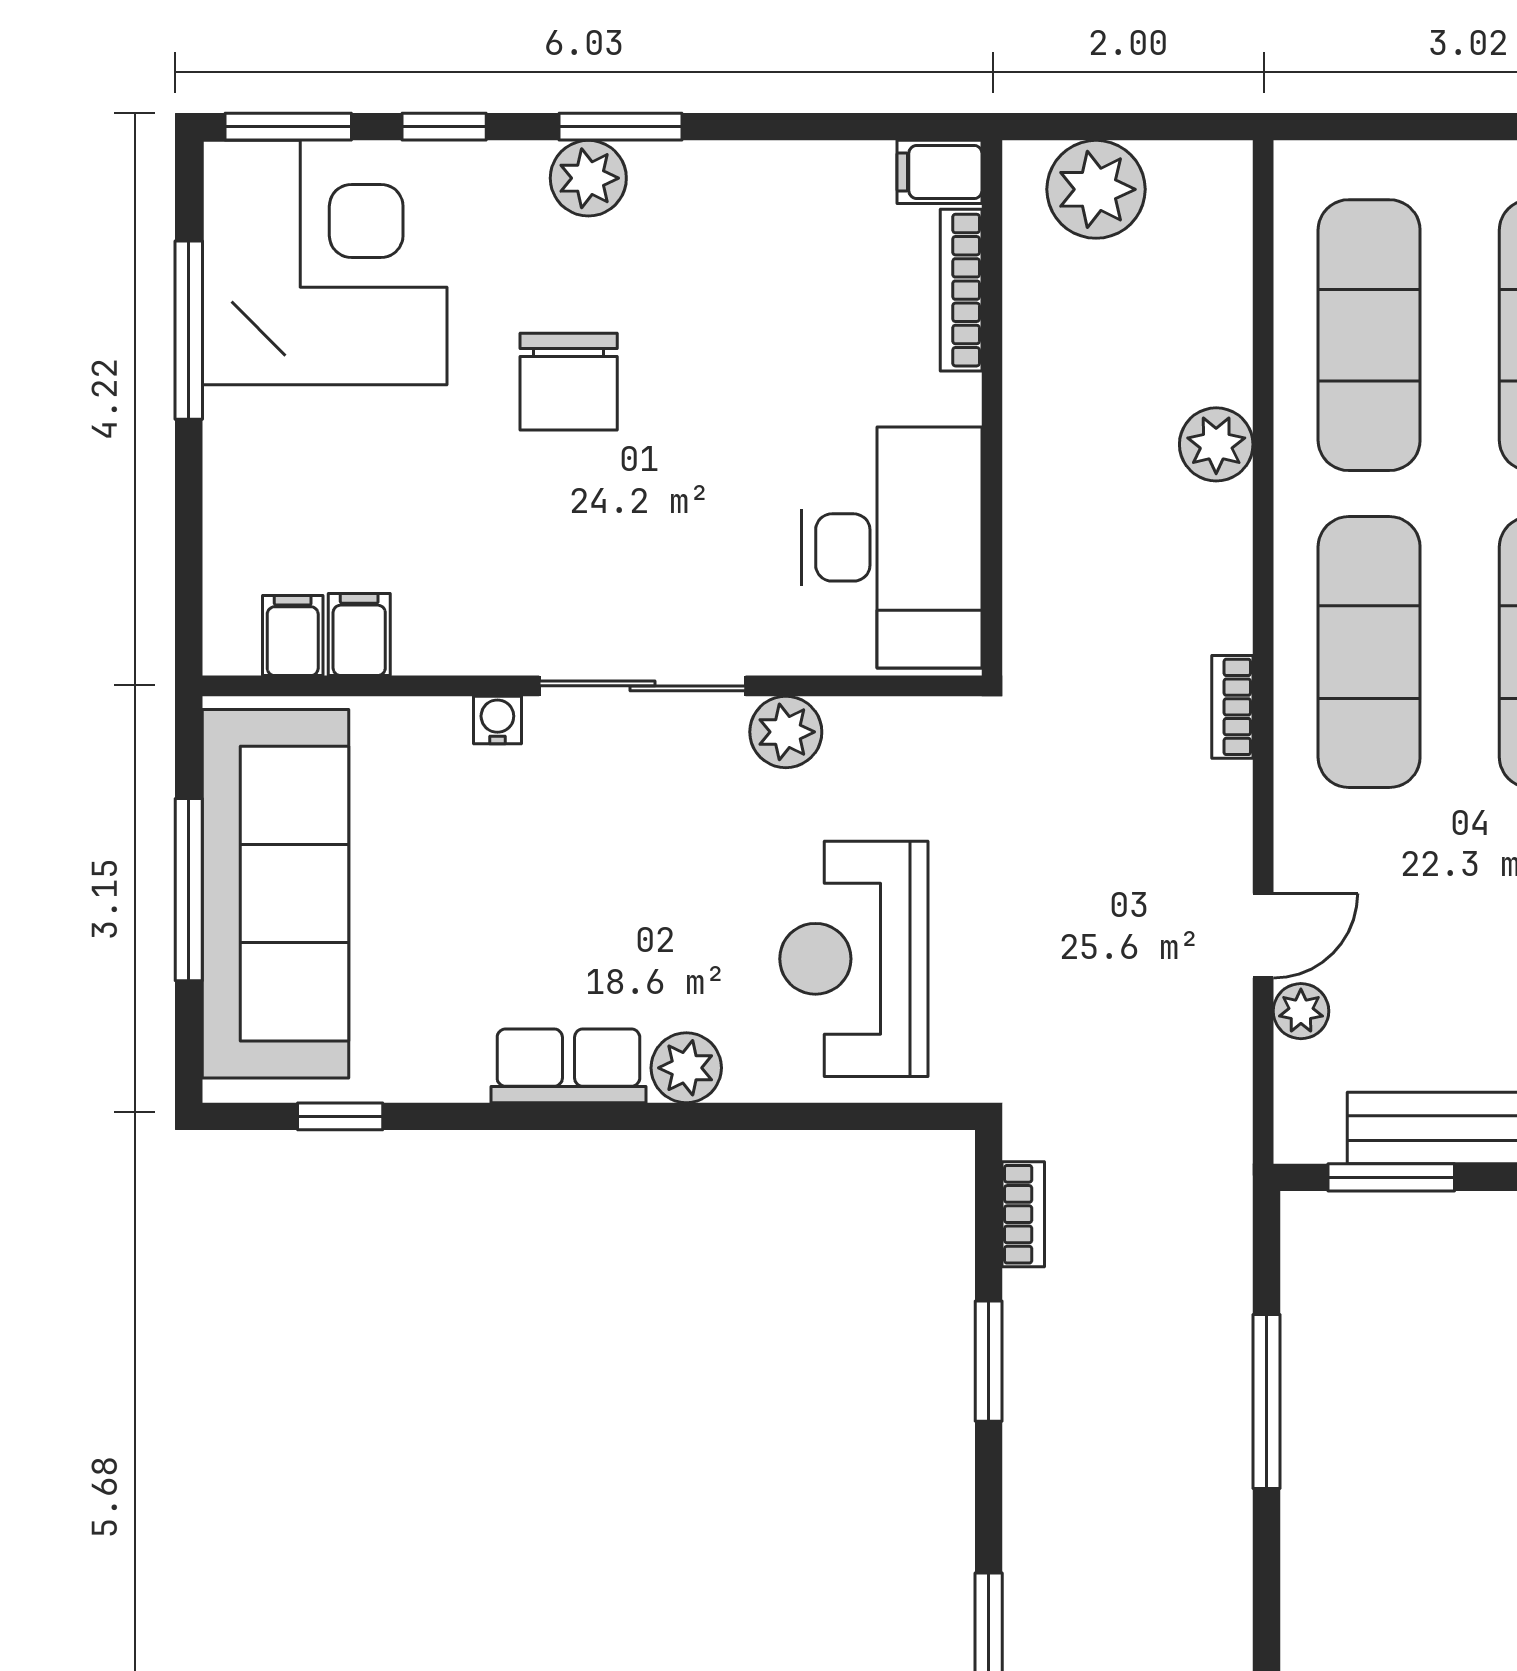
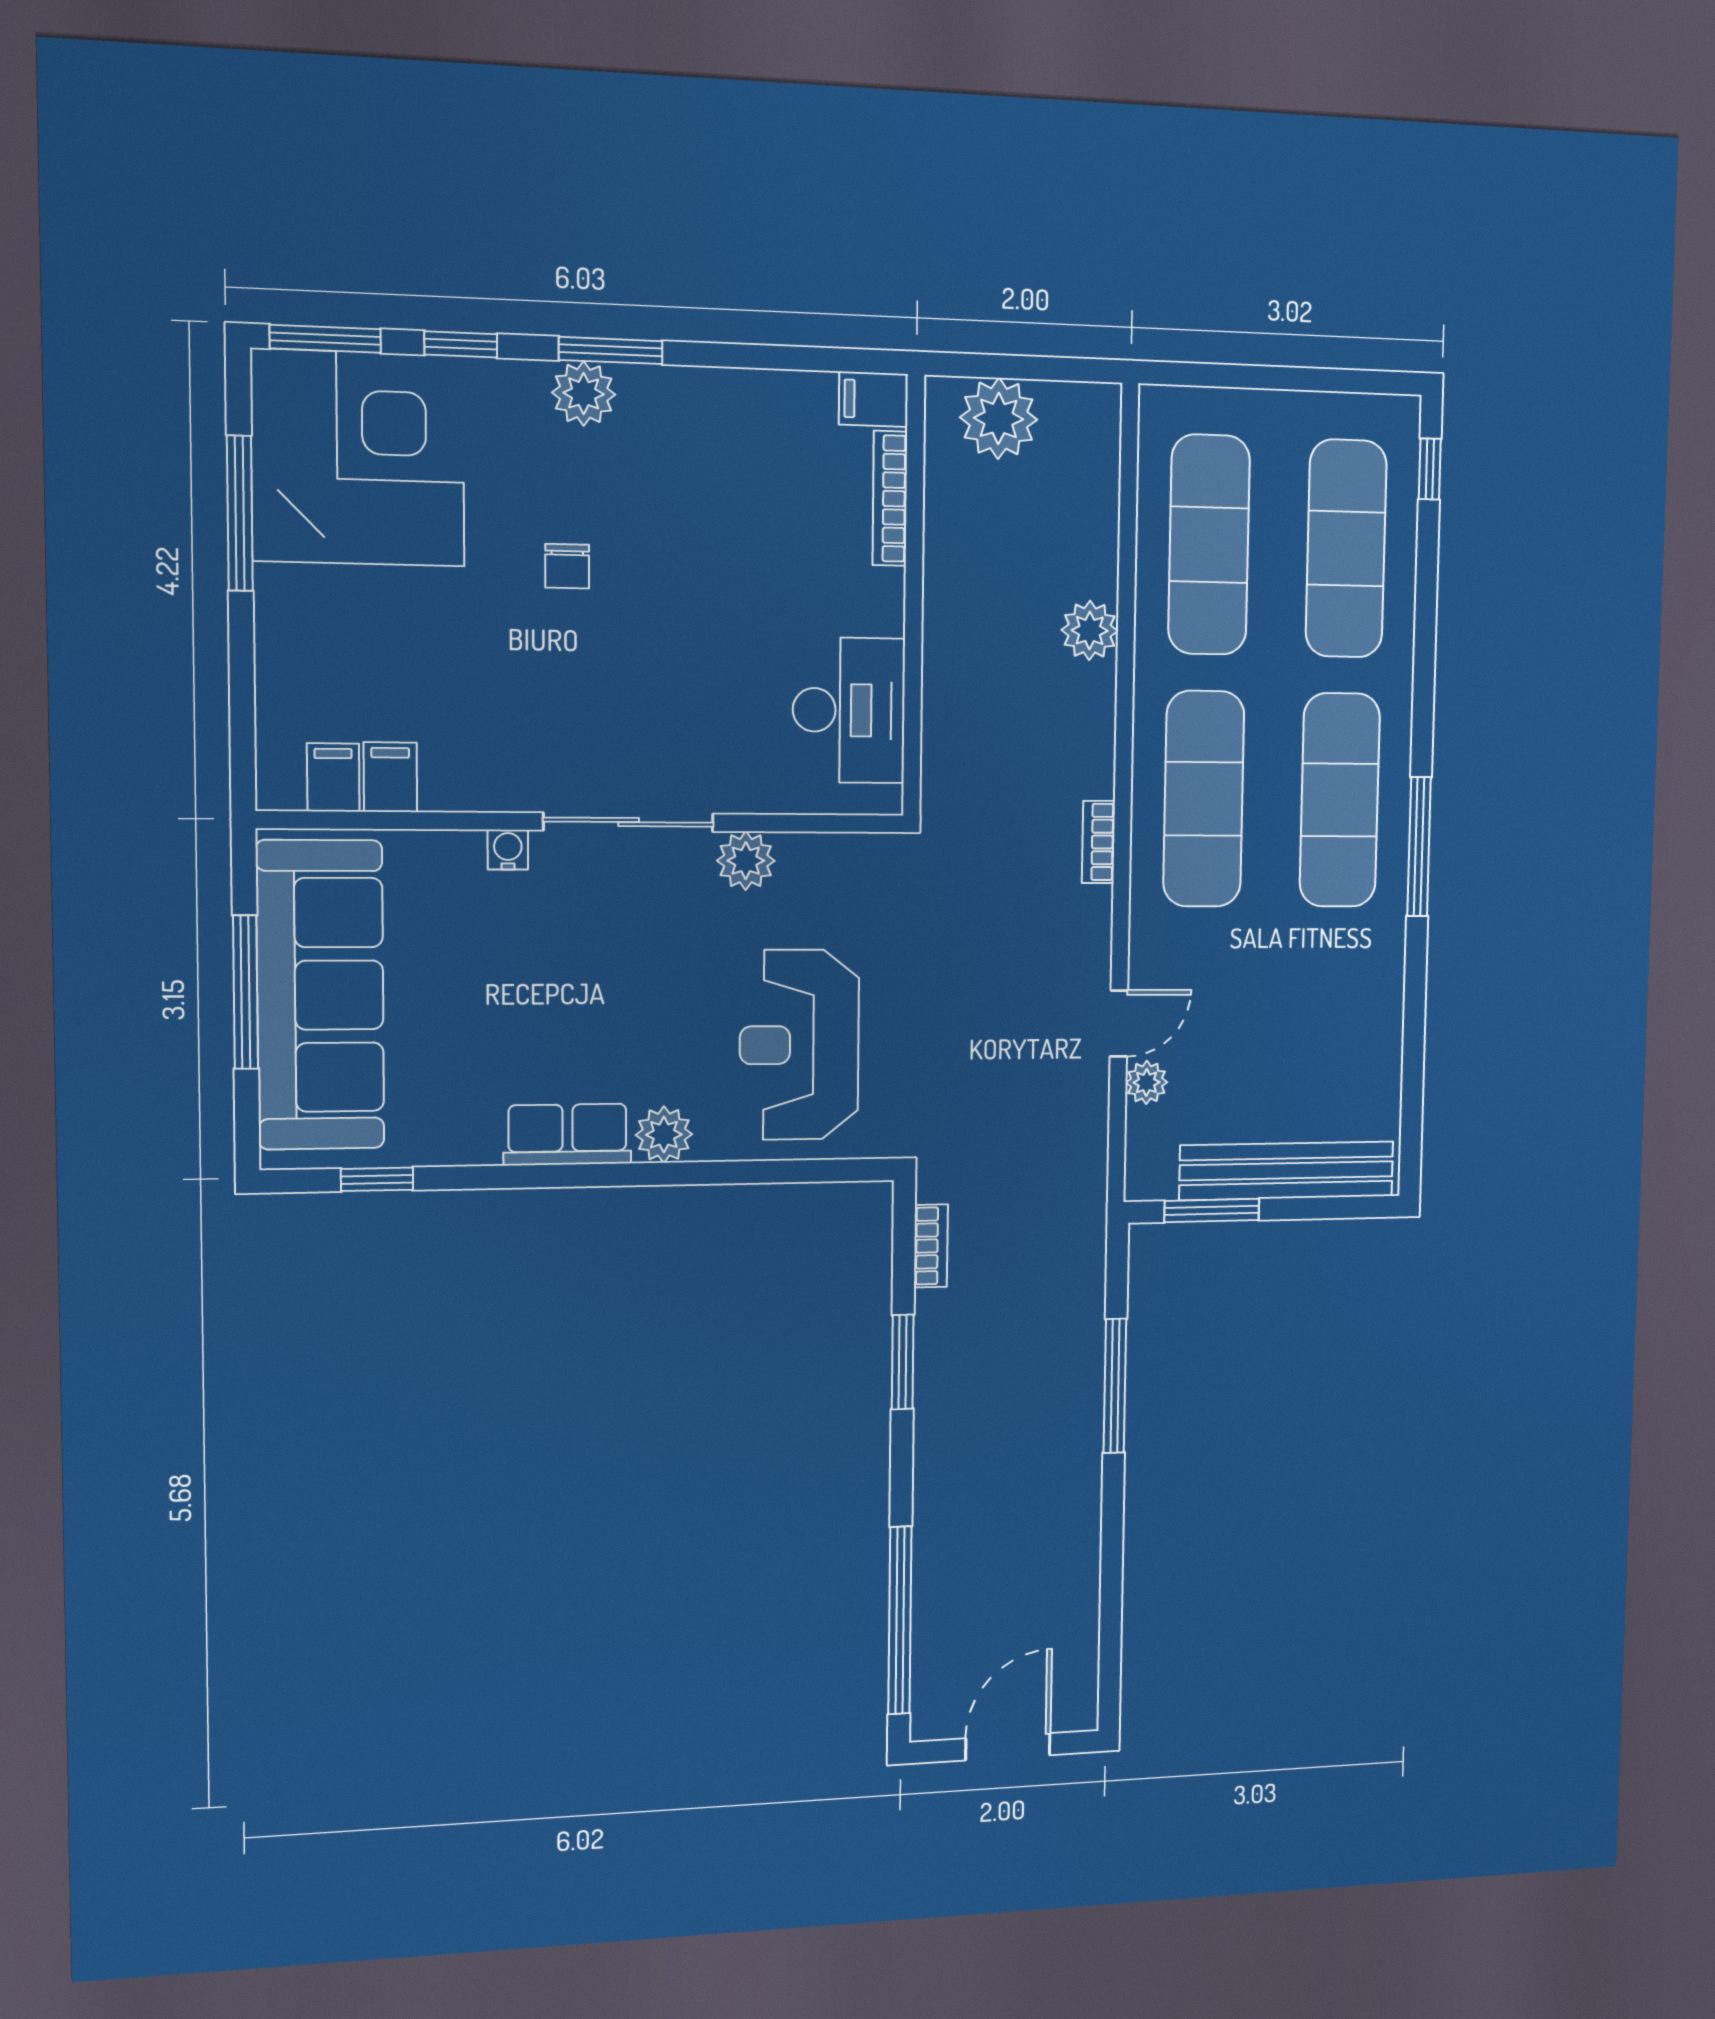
chair: (569, 382) -> (567, 566), width x0.54, depth x0.54
desk: (892, 547) -> (849, 710), width x0.73, depth x0.77

